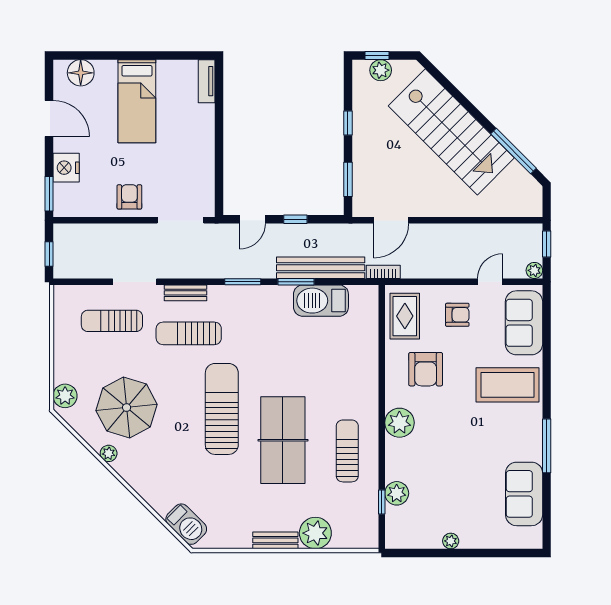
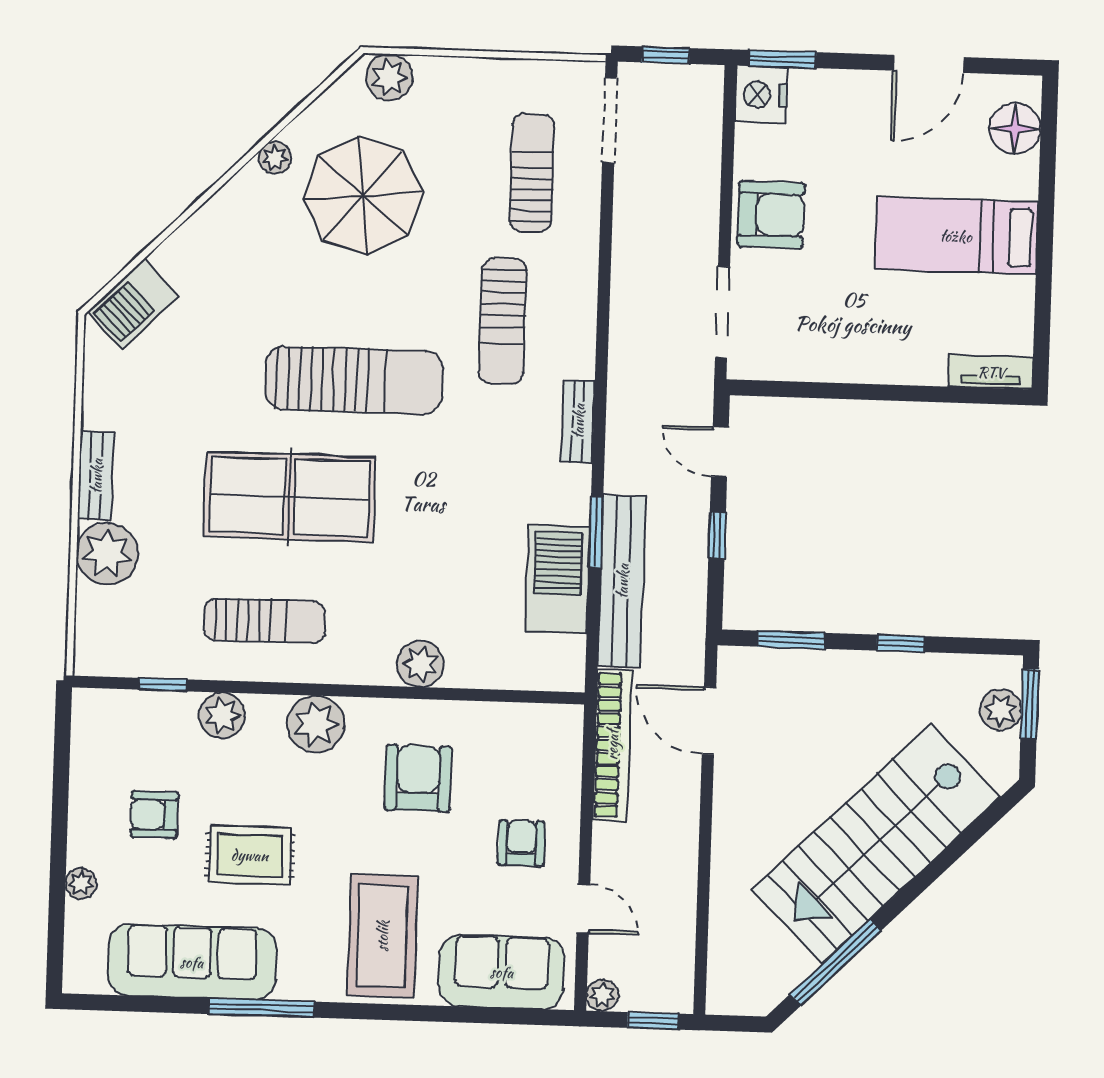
window: (377, 55) -> (1030, 704), width x1.50
nightstand: (66, 168) -> (761, 95), moved, turned -90
armchair: (129, 197) -> (771, 215), width x1.38, depth x1.38
bookcase: (383, 272) -> (612, 745), width x2.31, depth x1.31
doorway: (135, 282) -> (610, 120), moved
window: (243, 282) -> (599, 429), removed
bench: (186, 293) -> (578, 421), moved
armchair: (457, 315) -> (521, 843), turned 180
rug: (405, 316) -> (250, 855), moved
sun lounger: (189, 333) -> (503, 321), turned 180
armchair: (426, 369) -> (418, 778), turned 90
plant: (367, 370) -> (420, 664), added
plant: (397, 493) -> (222, 715), moved
sofa: (524, 494) -> (192, 962), width x1.36
armchair: (449, 504) -> (154, 815), added
plant: (451, 541) -> (81, 883), moved

